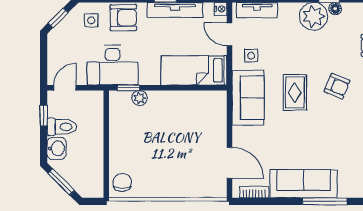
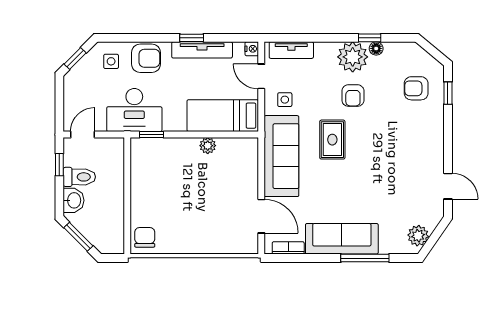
armchair: (337, 86) -> (353, 96), moved, turned 68
plant: (140, 98) -> (208, 146), moved
sofa: (248, 98) -> (281, 156), width x1.36

